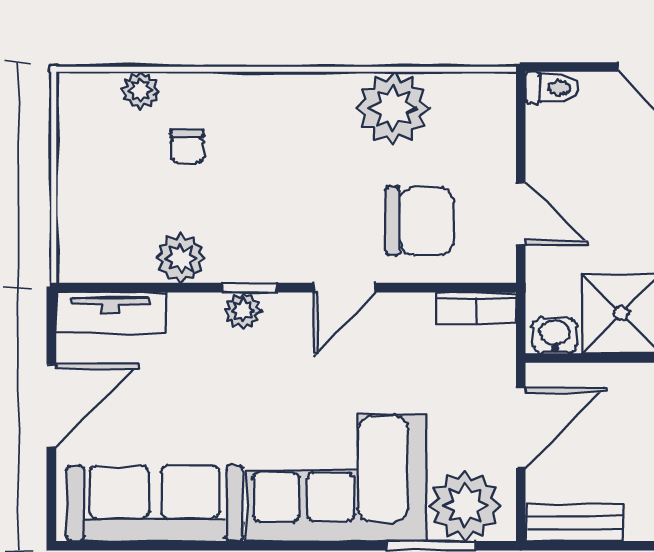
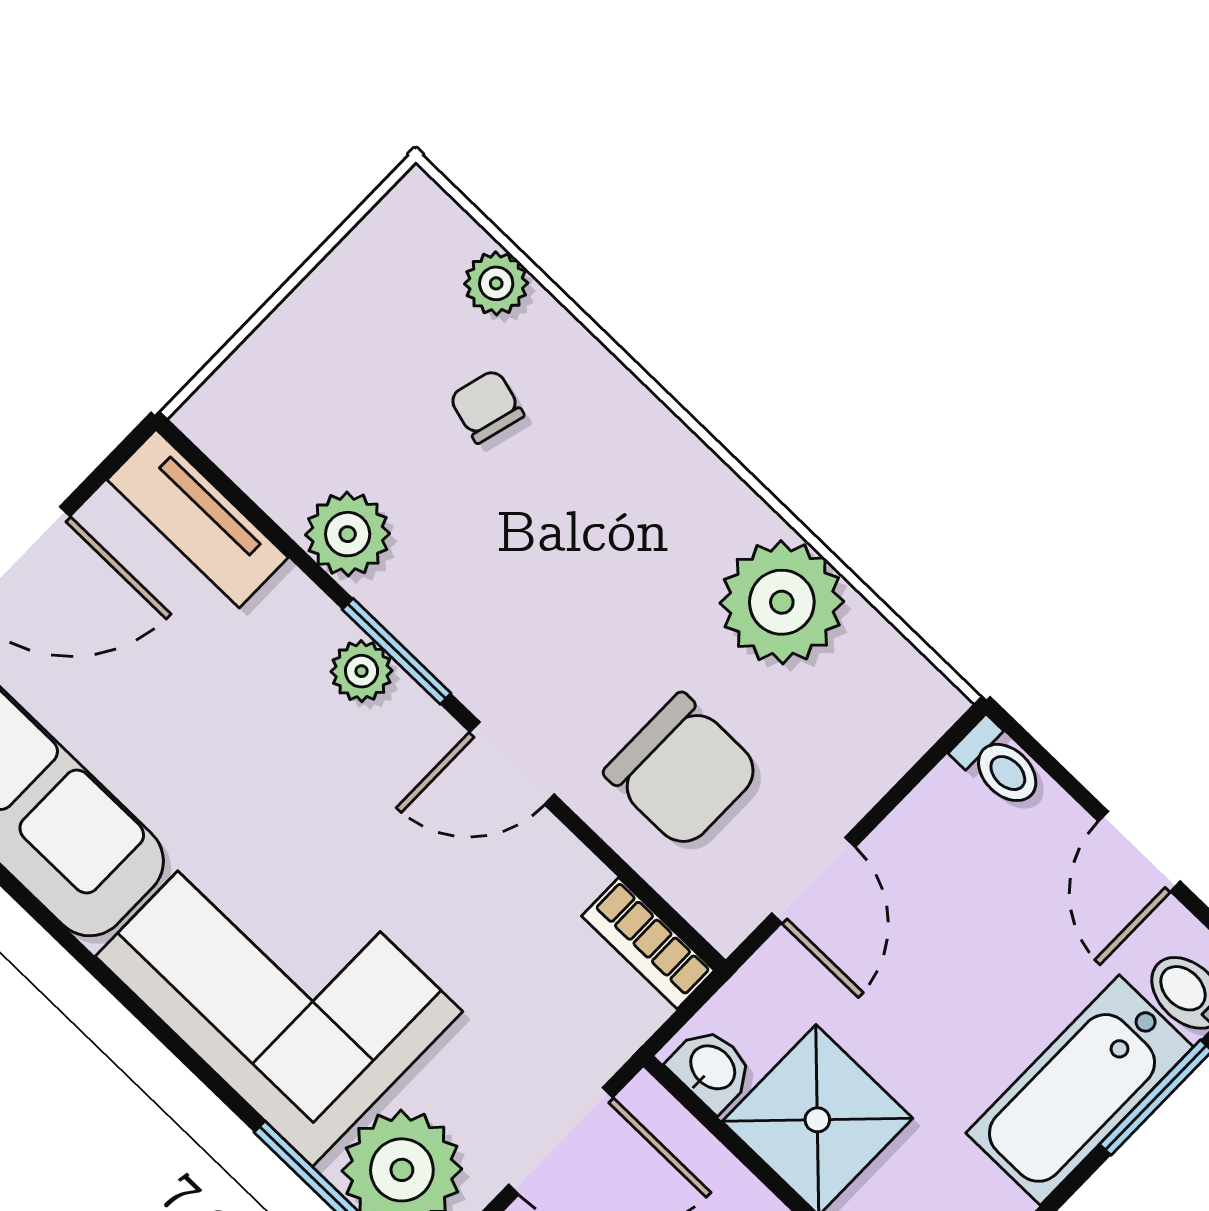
chair: (187, 147) -> (487, 406), turned 105
window: (250, 288) -> (397, 651), width x1.50

